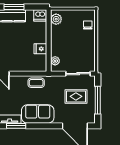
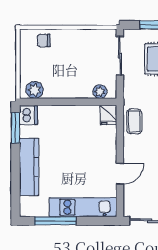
window: (14, 7) -> (15, 128), moved
fridge: (40, 49) -> (109, 115), moved

